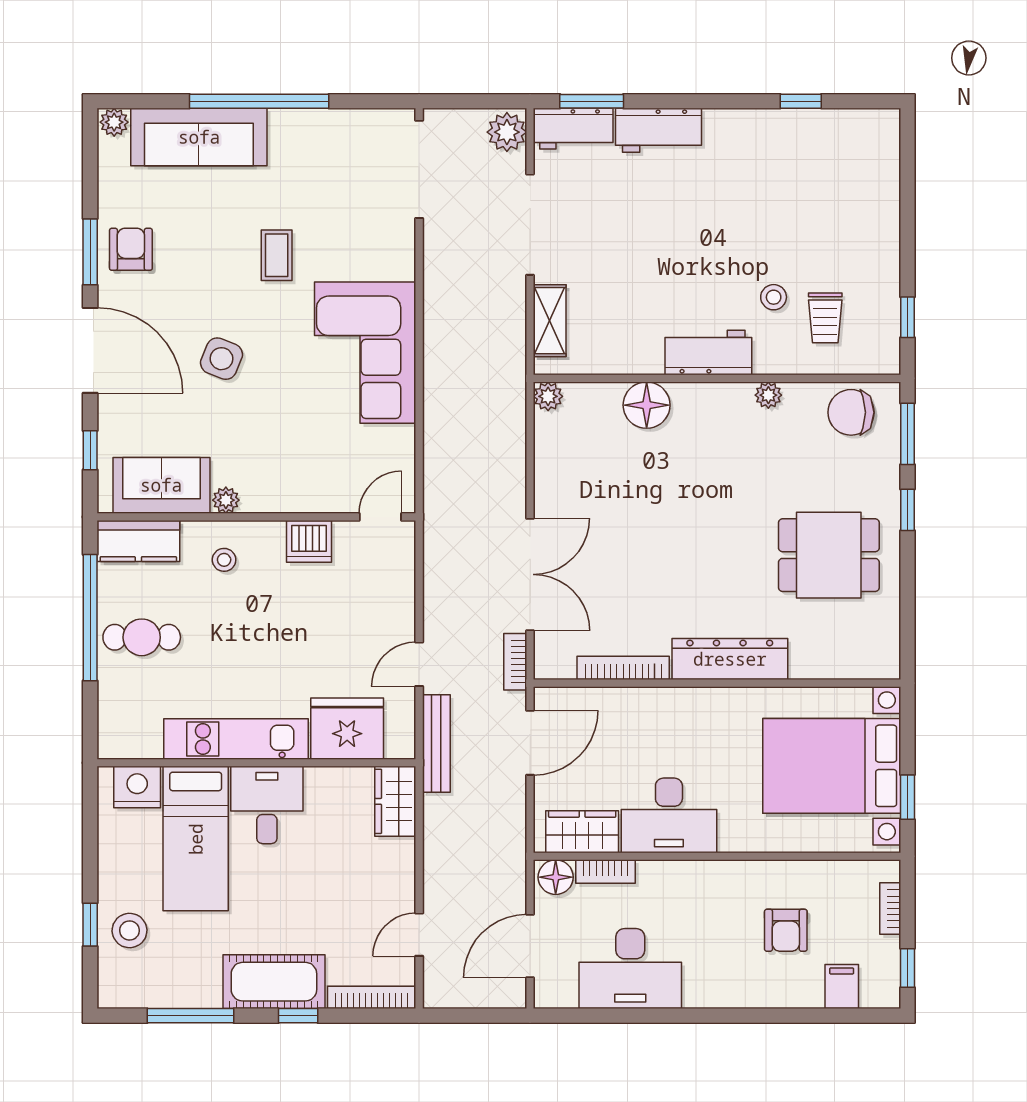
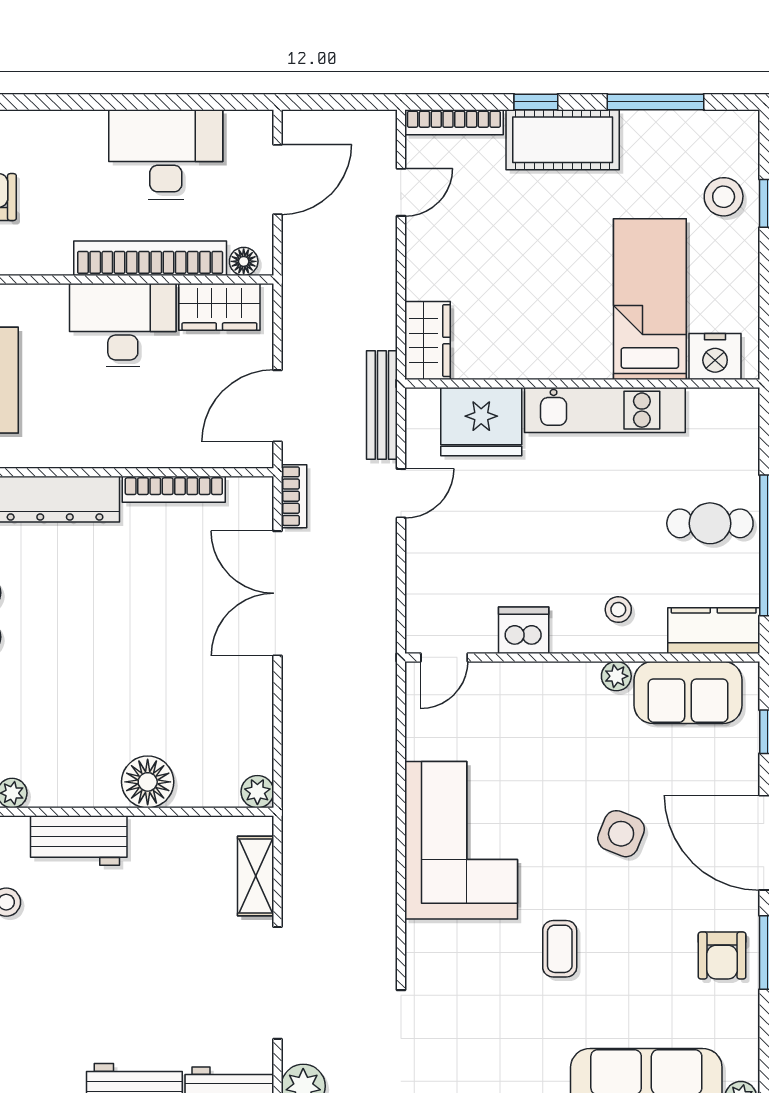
desk: (267, 805) -> (571, 337), removed
bookcase: (605, 872) -> (150, 258), width x2.31, depth x1.31
floor lamp: (556, 877) -> (244, 261), width x0.73, depth x0.73

